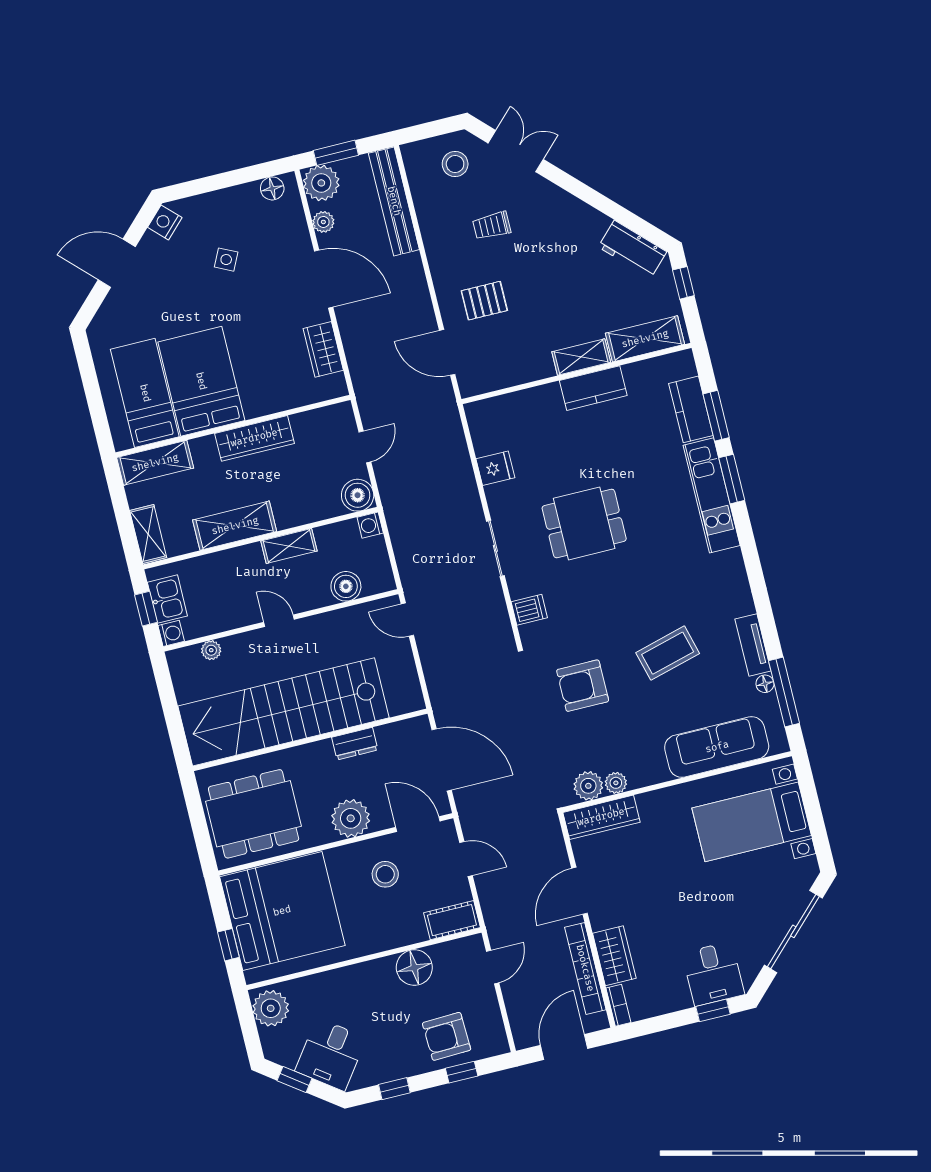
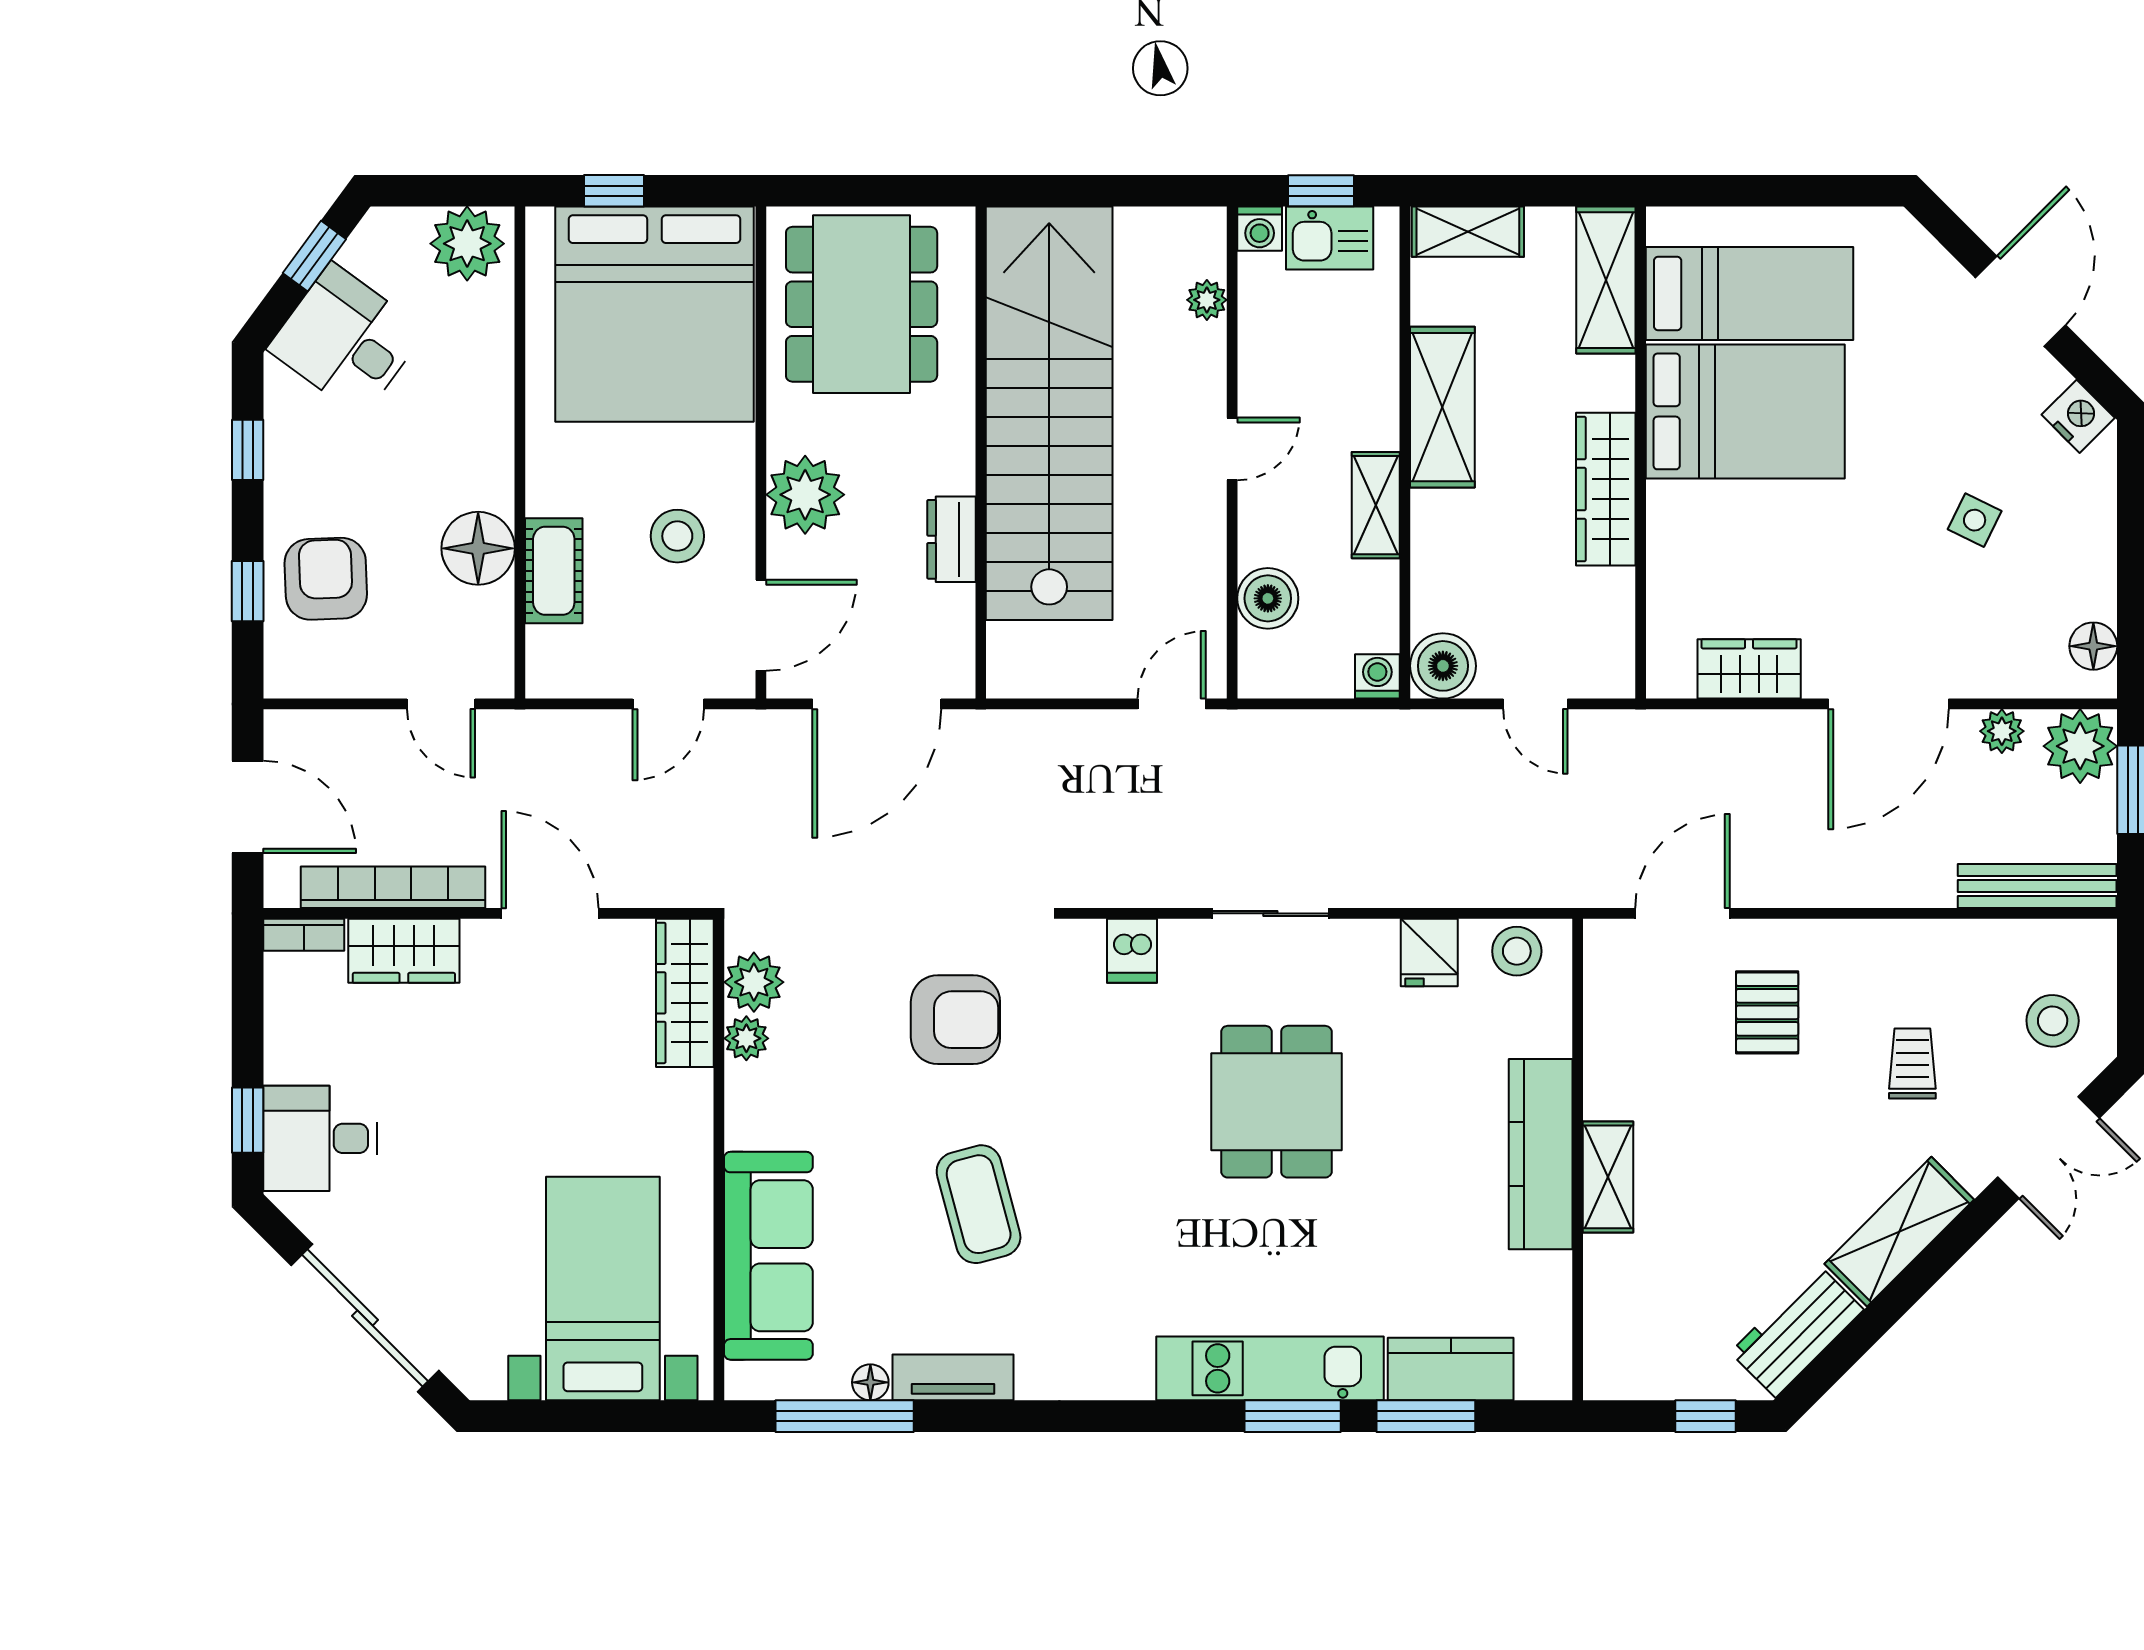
bench: (394, 201) -> (2037, 886), width x0.73, depth x0.82
shelving: (645, 339) -> (1899, 1232), moved, turned 45
kitchen counter: (593, 388) -> (1541, 1154), width x1.50
stool: (485, 427) -> (1517, 951), added
armchair: (583, 686) -> (955, 1020), turned 90
cot: (452, 920) -> (554, 571), moved

